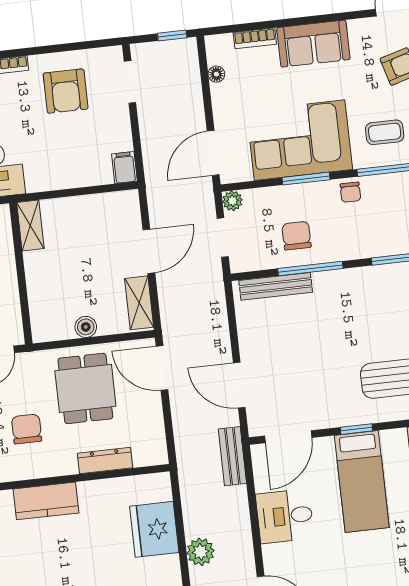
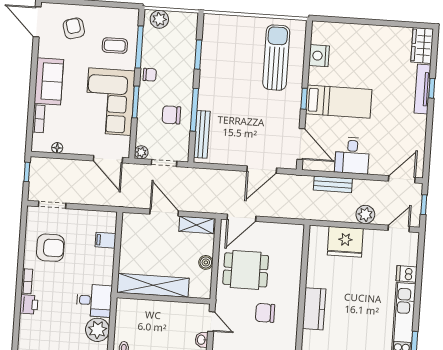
coffee table: (385, 132) -> (115, 46), turned 90
filing cabinet: (124, 168) -> (105, 240), moved
shelving: (30, 225) -> (153, 285), width x2.20, depth x1.33
bench: (232, 456) -> (333, 184), moved
dresser: (105, 461) -> (295, 266), removed

